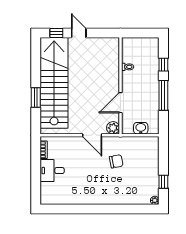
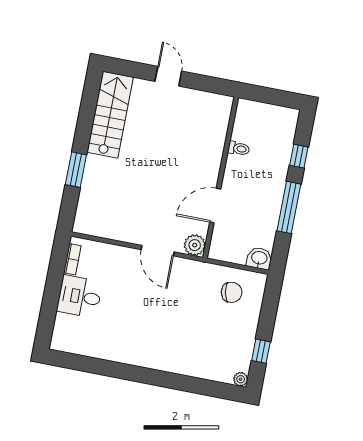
window: (56, 33) -> (131, 69), removed
stairs: (54, 83) -> (110, 115), width x0.54, depth x0.66
washbasin: (141, 128) -> (259, 258), moved
chair: (116, 161) -> (232, 292), moved

